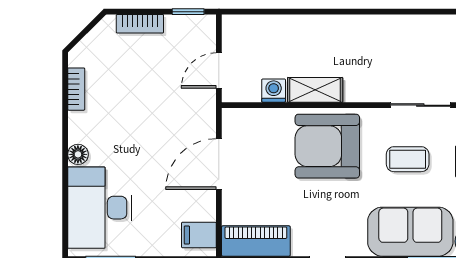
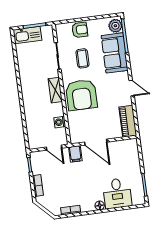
shelving: (315, 90) -> (55, 90), moved
desk: (100, 208) -> (117, 193), width x0.73
filing cabinet: (199, 235) -> (75, 154), moved

